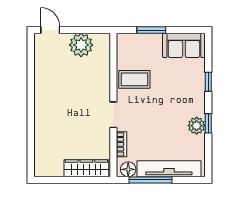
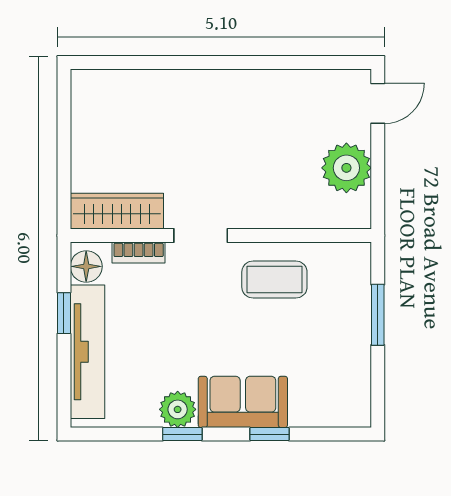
sofa: (184, 45) -> (243, 402), moved, turned 90
coffee table: (134, 79) -> (274, 280), turned 90
wardrobe: (86, 168) -> (117, 211), moved, turned -90
window: (151, 180) -> (64, 313), width x0.46

